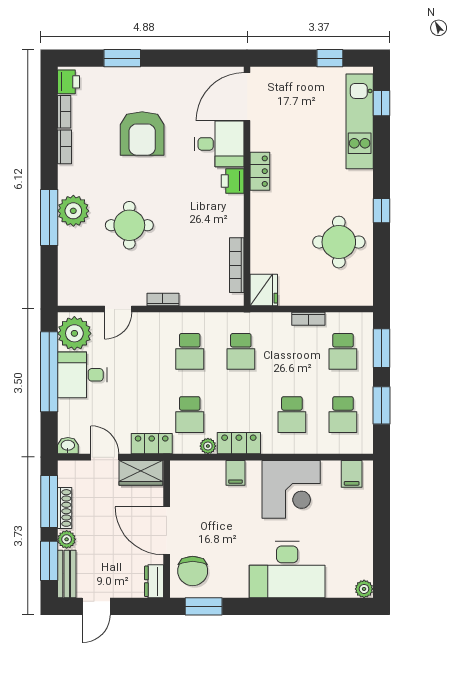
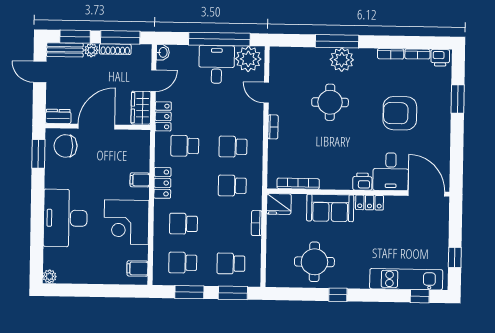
sofa: (268, 223) -> (330, 208), added
bookcase: (308, 319) -> (257, 223), moved
plant: (208, 446) -> (161, 159), removed

